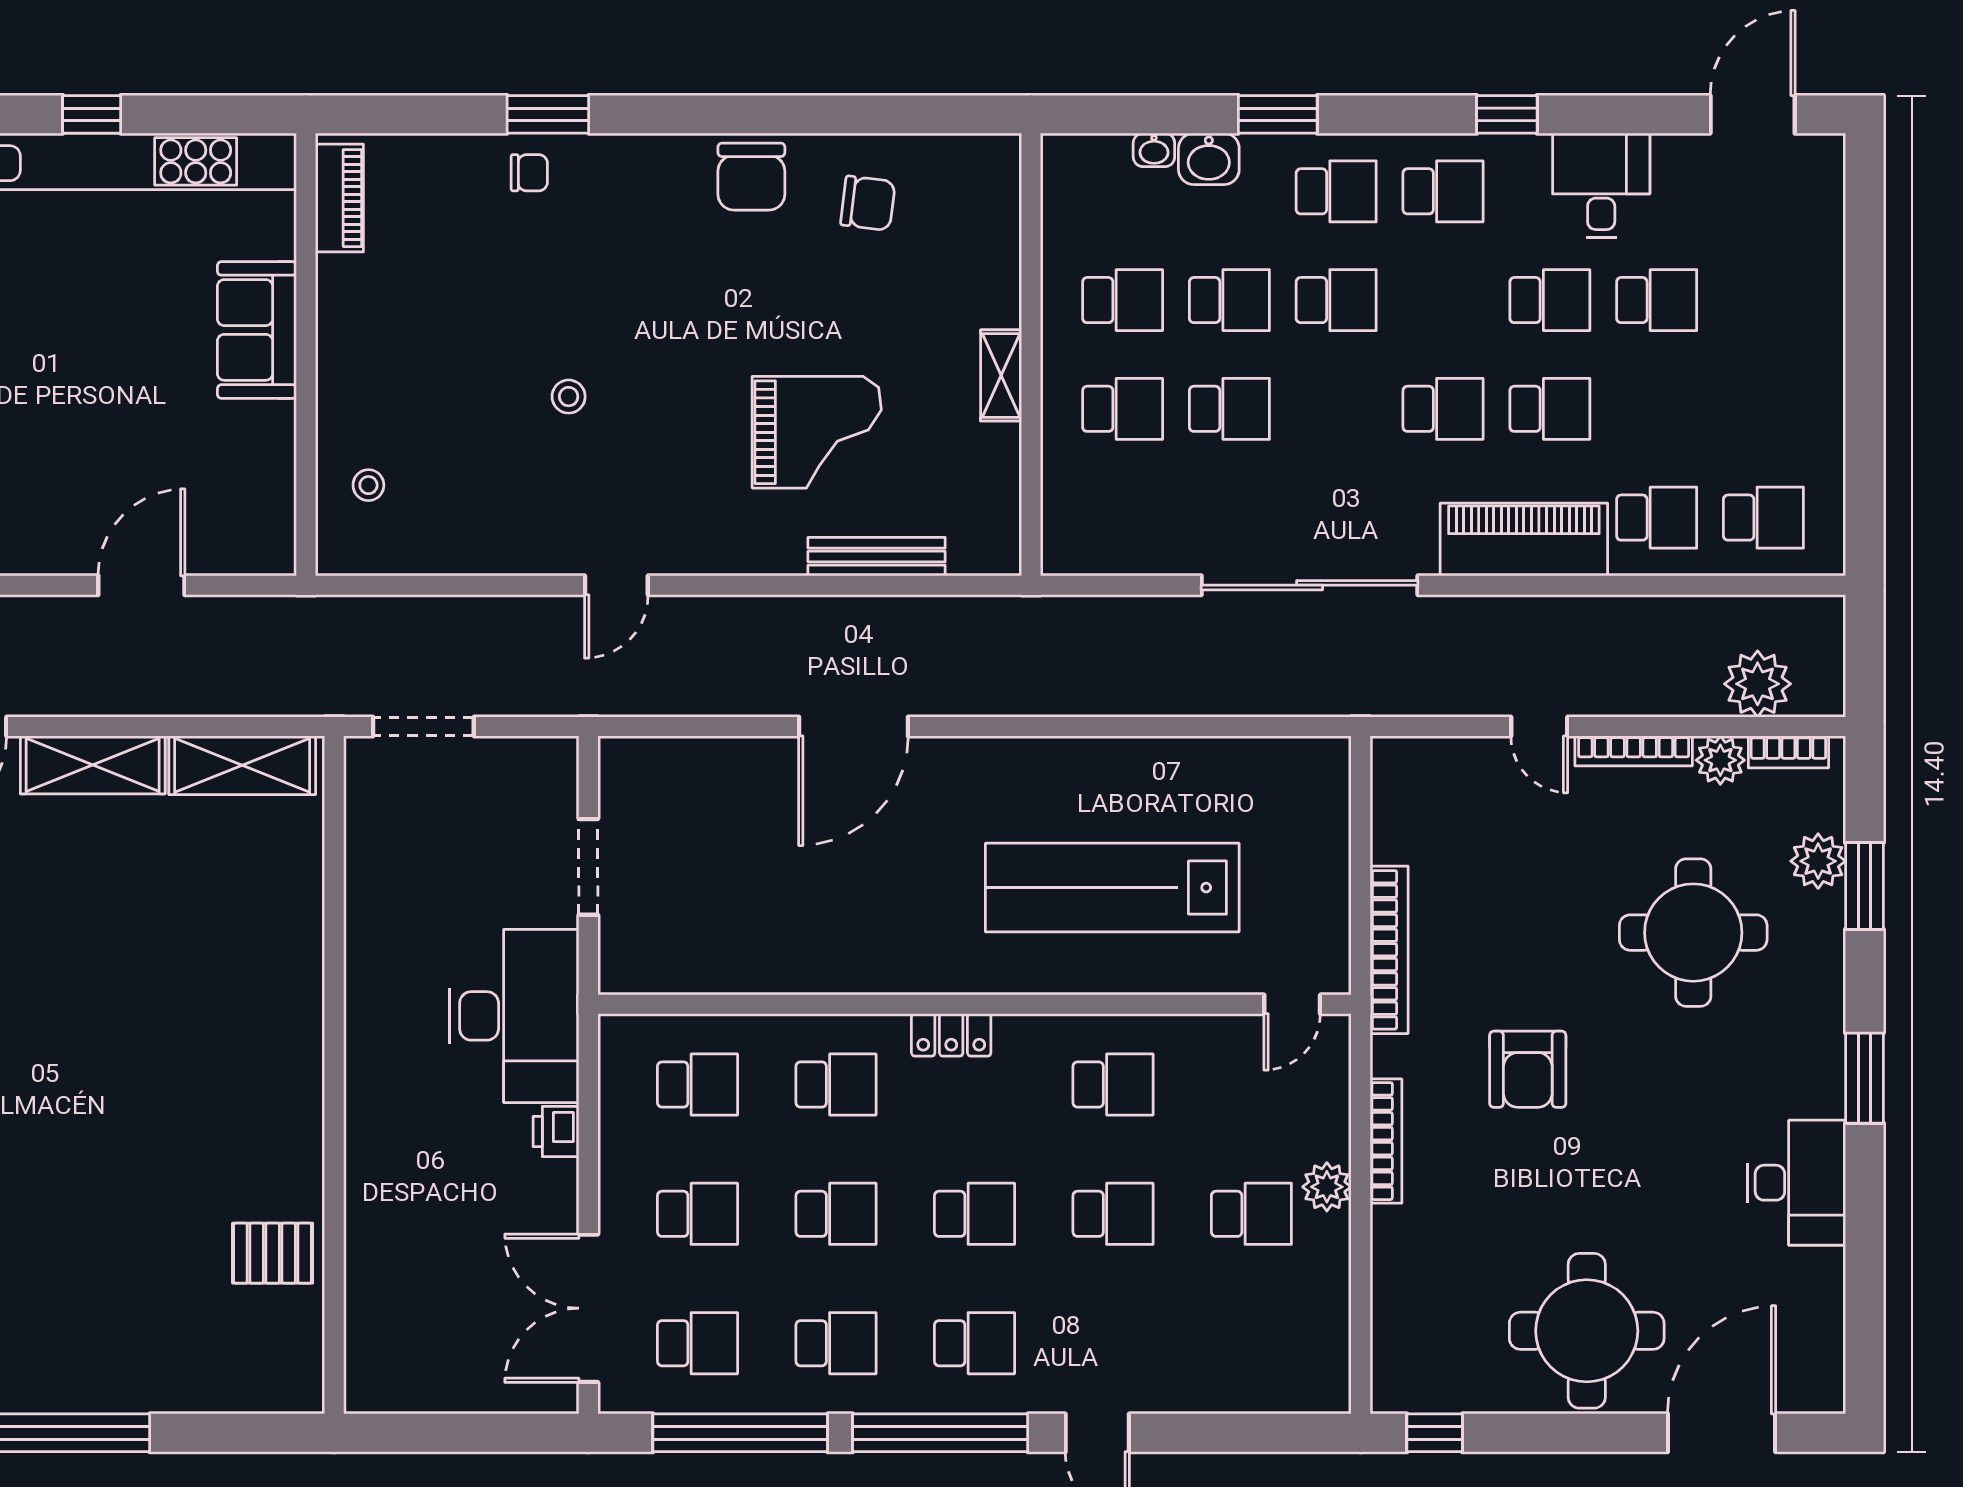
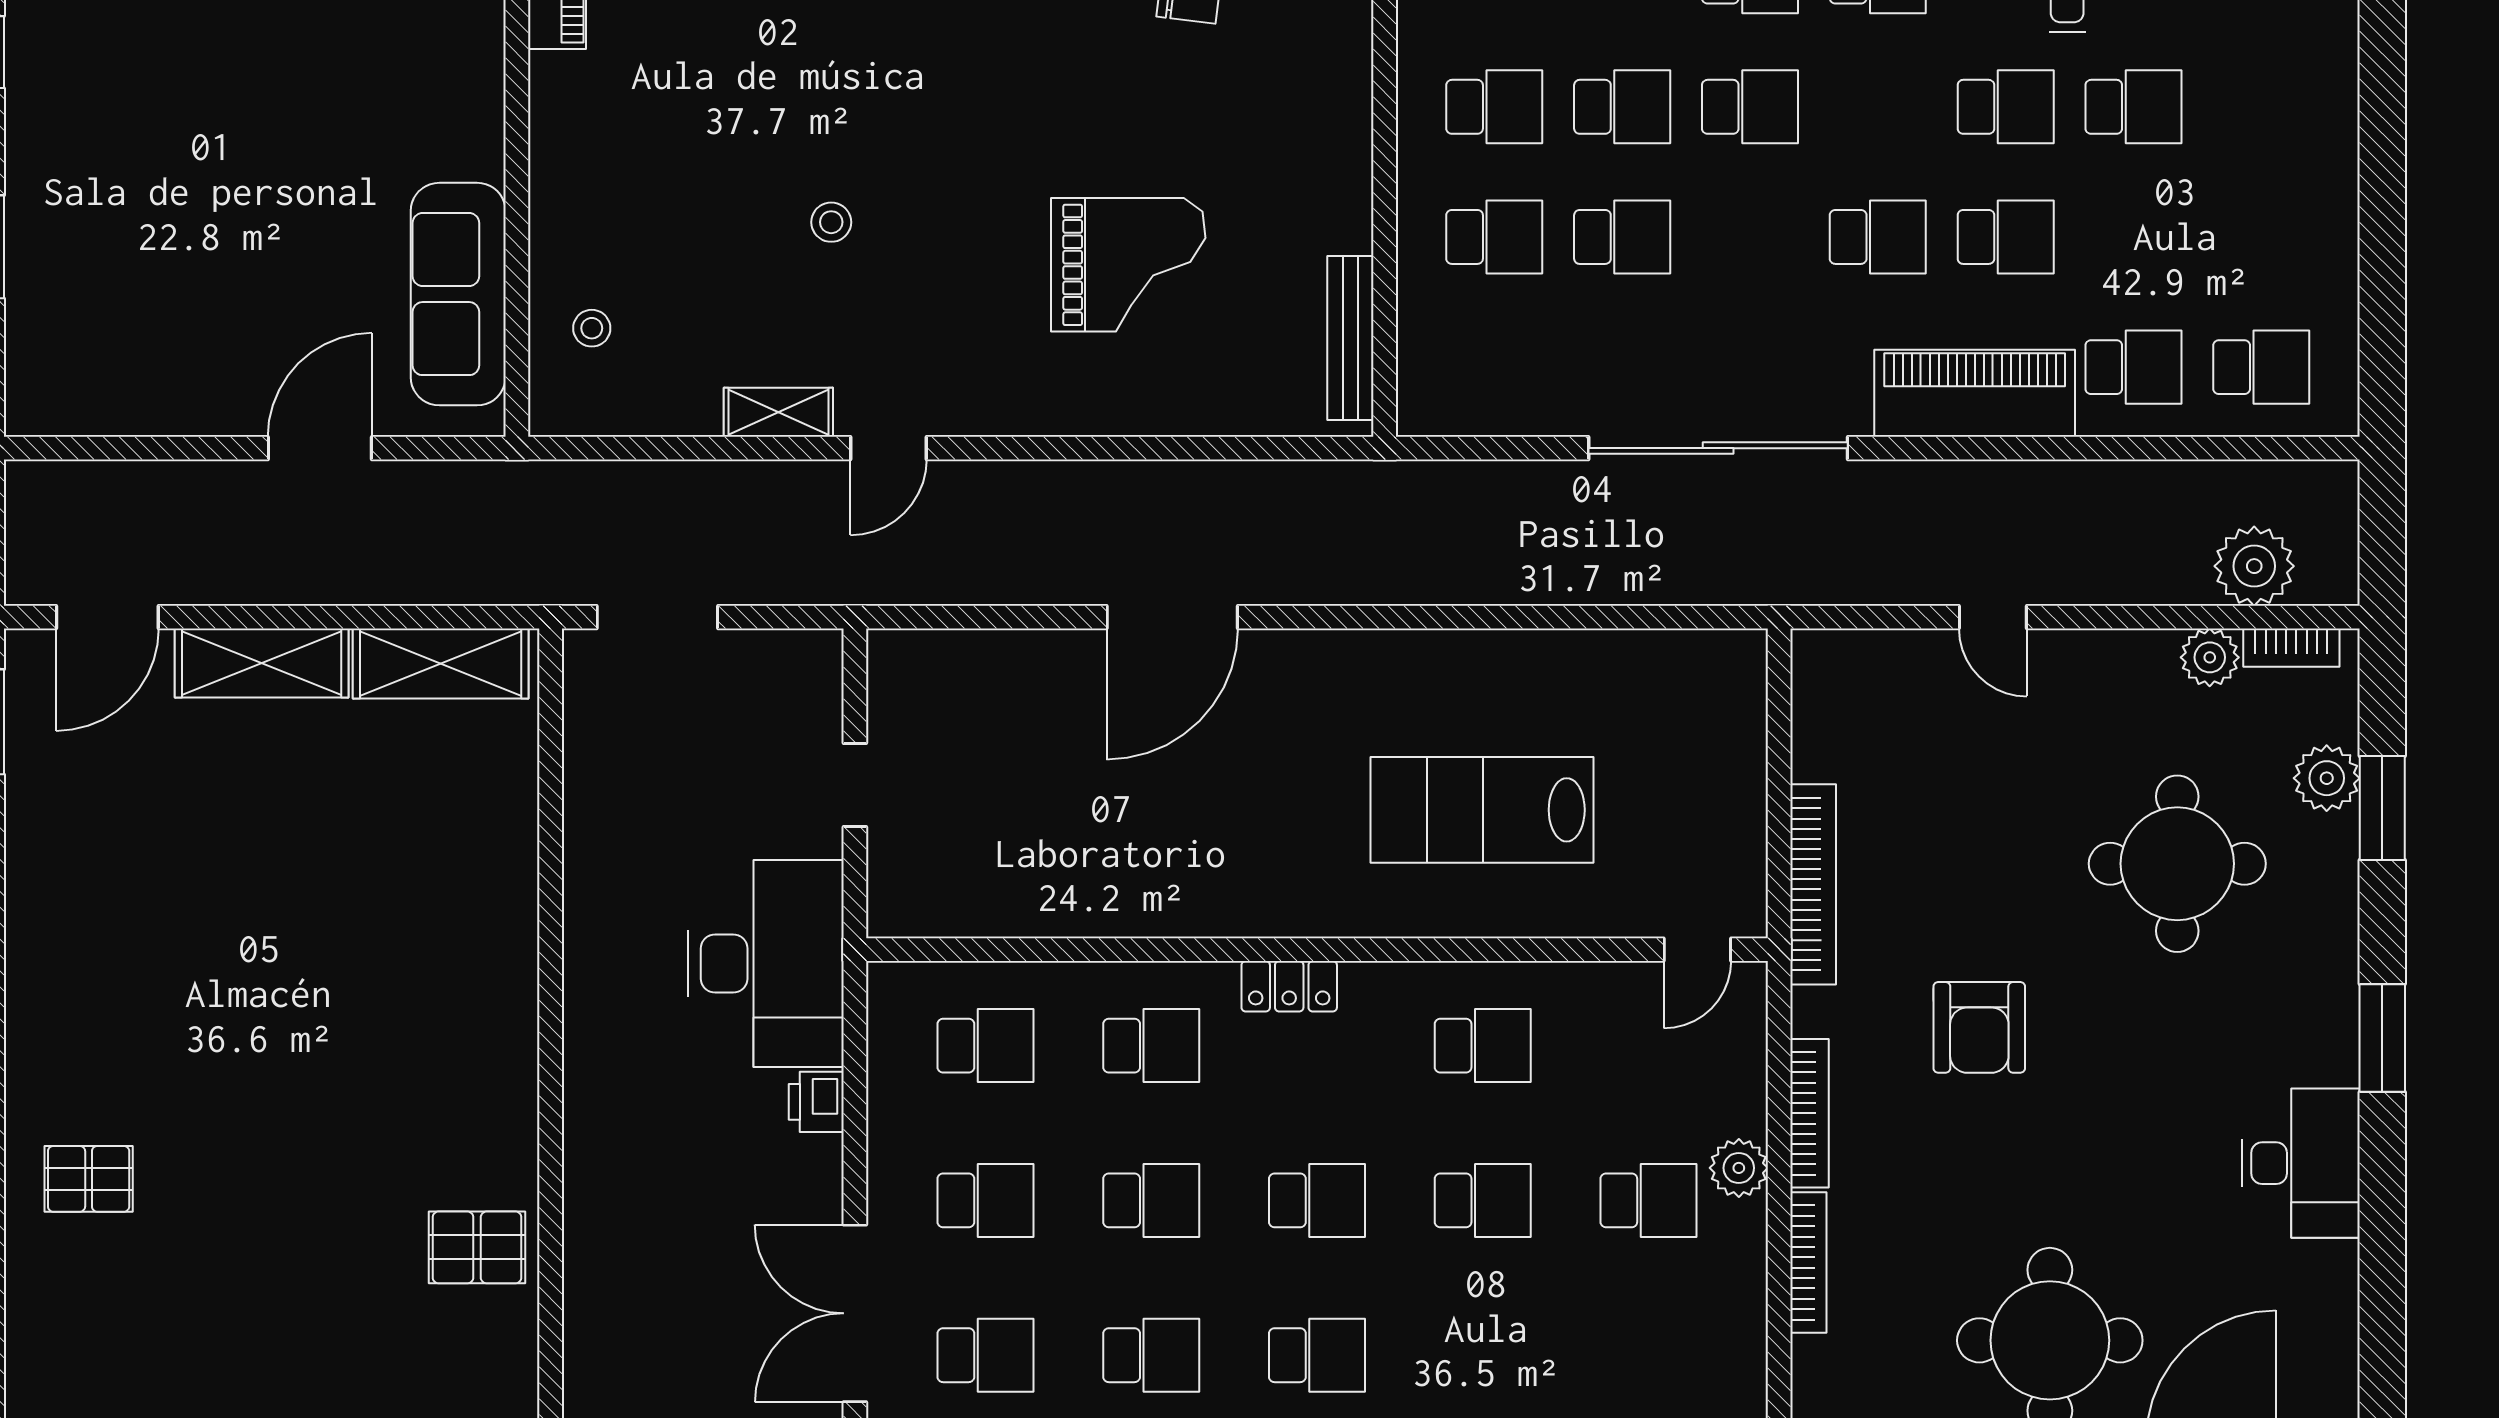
sofa: (257, 330) -> (458, 294), moved, width x1.36
shelving: (1001, 375) -> (778, 412), moved, turned 90
bench: (877, 557) -> (1350, 338), moved, turned 90
bookcase: (1634, 751) -> (1808, 1262), moved, turned -90
doorway: (588, 867) -> (855, 785), width x0.73
lab bench: (1112, 888) -> (1482, 810), width x0.73

